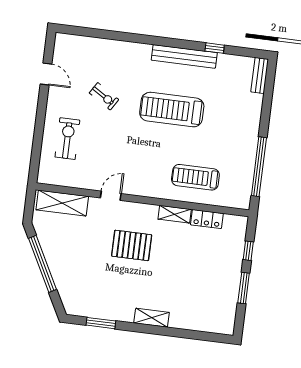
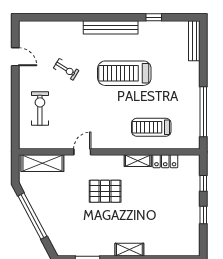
bench: (184, 56) -> (111, 27), moved
bench: (260, 76) -> (194, 41), width x1.36
window: (244, 288) -> (203, 215), width x0.67

